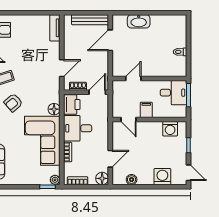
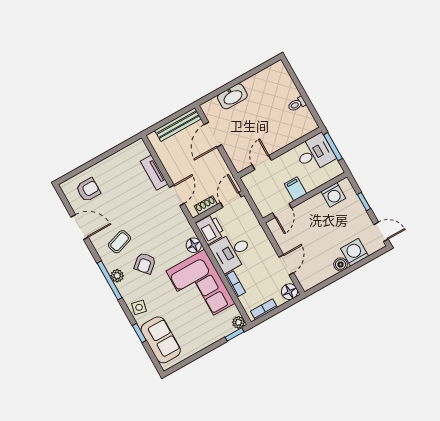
tv unit: (55, 28) -> (154, 173), moved
door: (129, 120) -> (282, 210), hinge flipped
boiler: (132, 180) -> (341, 264), moved

